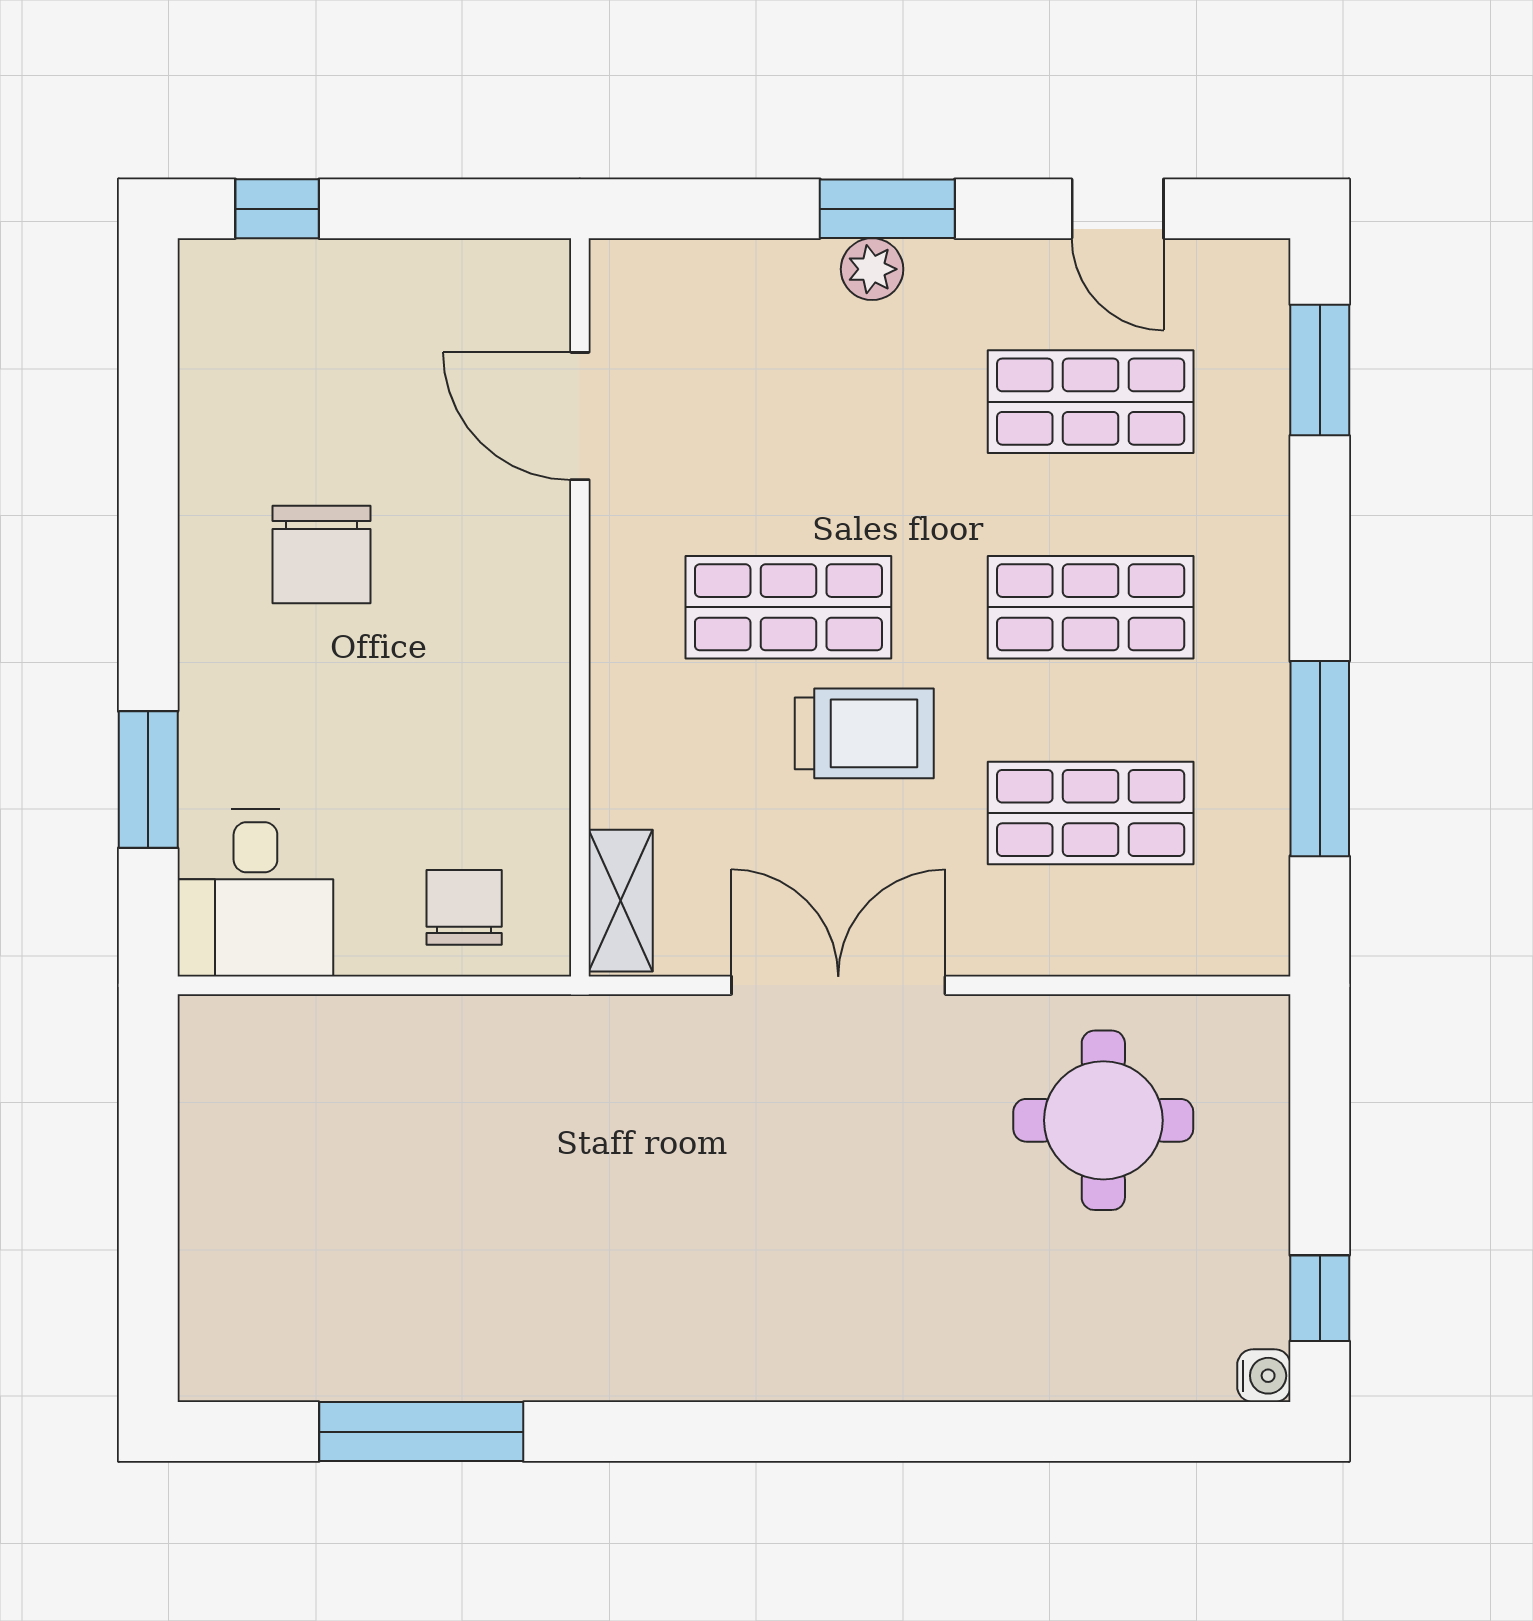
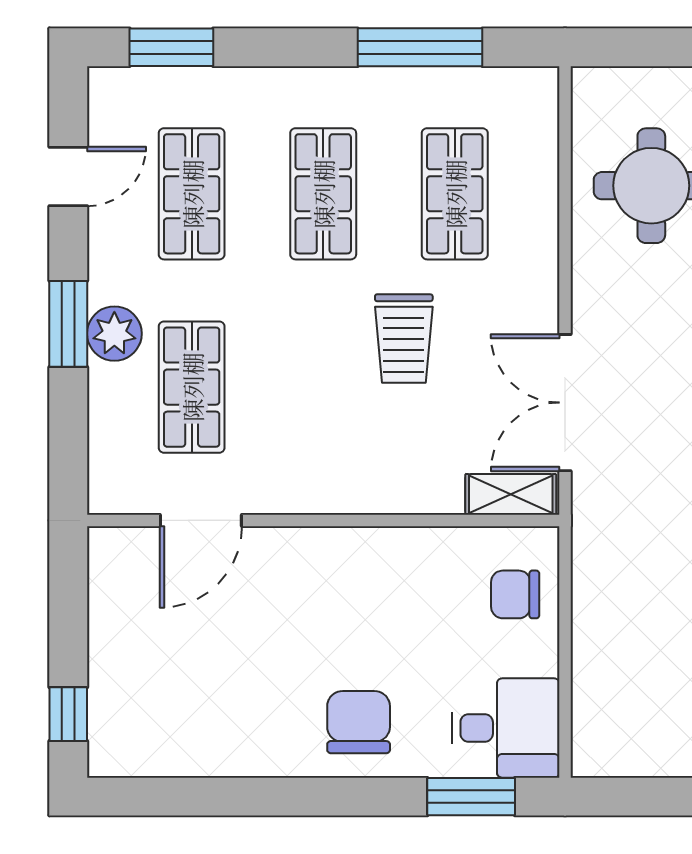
plant: (872, 269) -> (114, 334), width x1.38, depth x1.38
chair: (321, 554) -> (359, 722), moved, turned -90
shop shelf: (788, 607) -> (192, 387), moved
trolley: (864, 733) -> (404, 339), turned 180
window: (148, 780) -> (471, 797), moved
double door: (838, 985) -> (565, 403), moved

